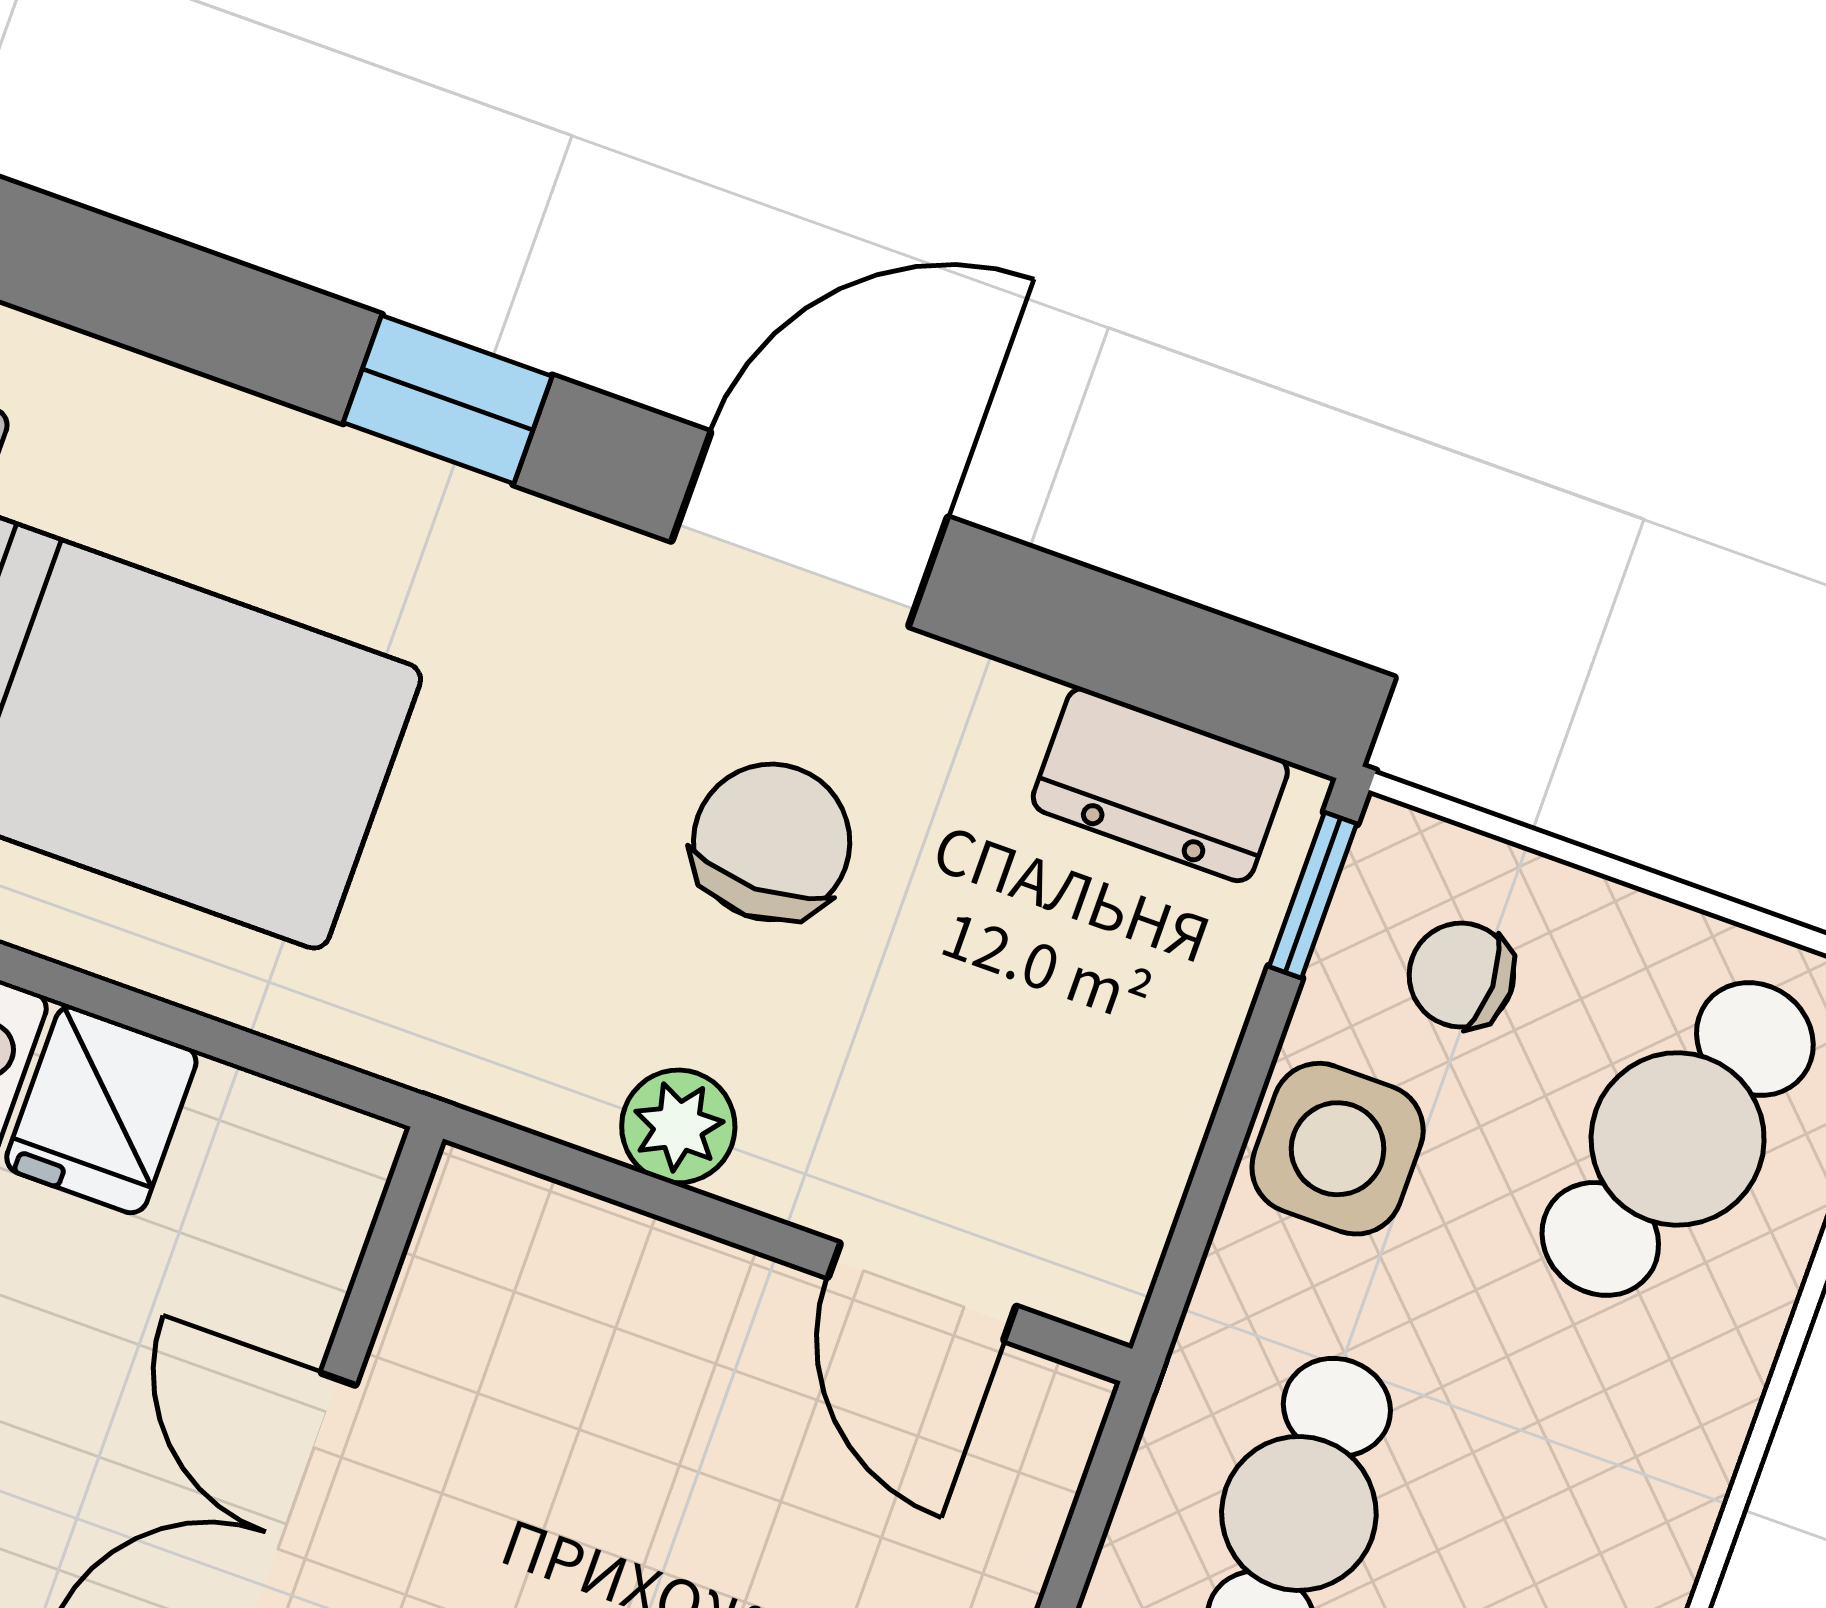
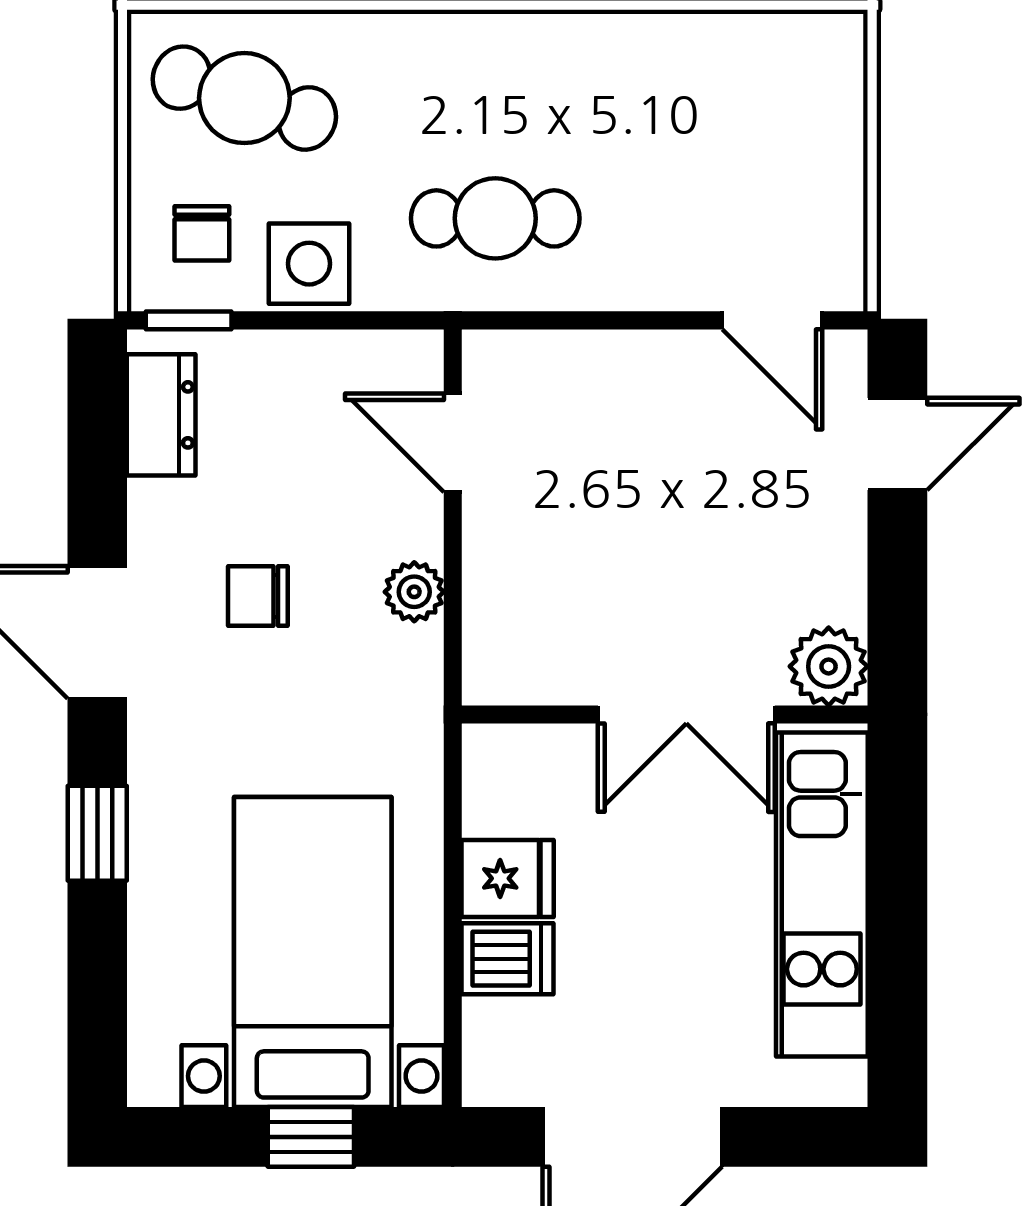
chair: (772, 842) -> (258, 596), width x0.73, depth x0.73
door: (922, 1292) -> (453, 443), swing flipped

